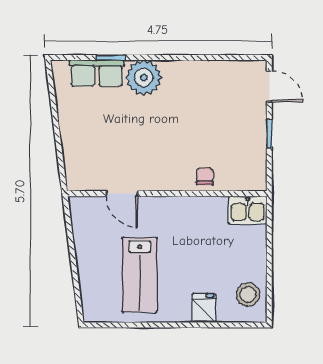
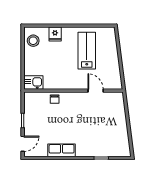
row of seats: (97, 73) -> (62, 150), moved
plant: (144, 78) -> (85, 148), removed
door: (269, 86) -> (23, 144), swing flipped

